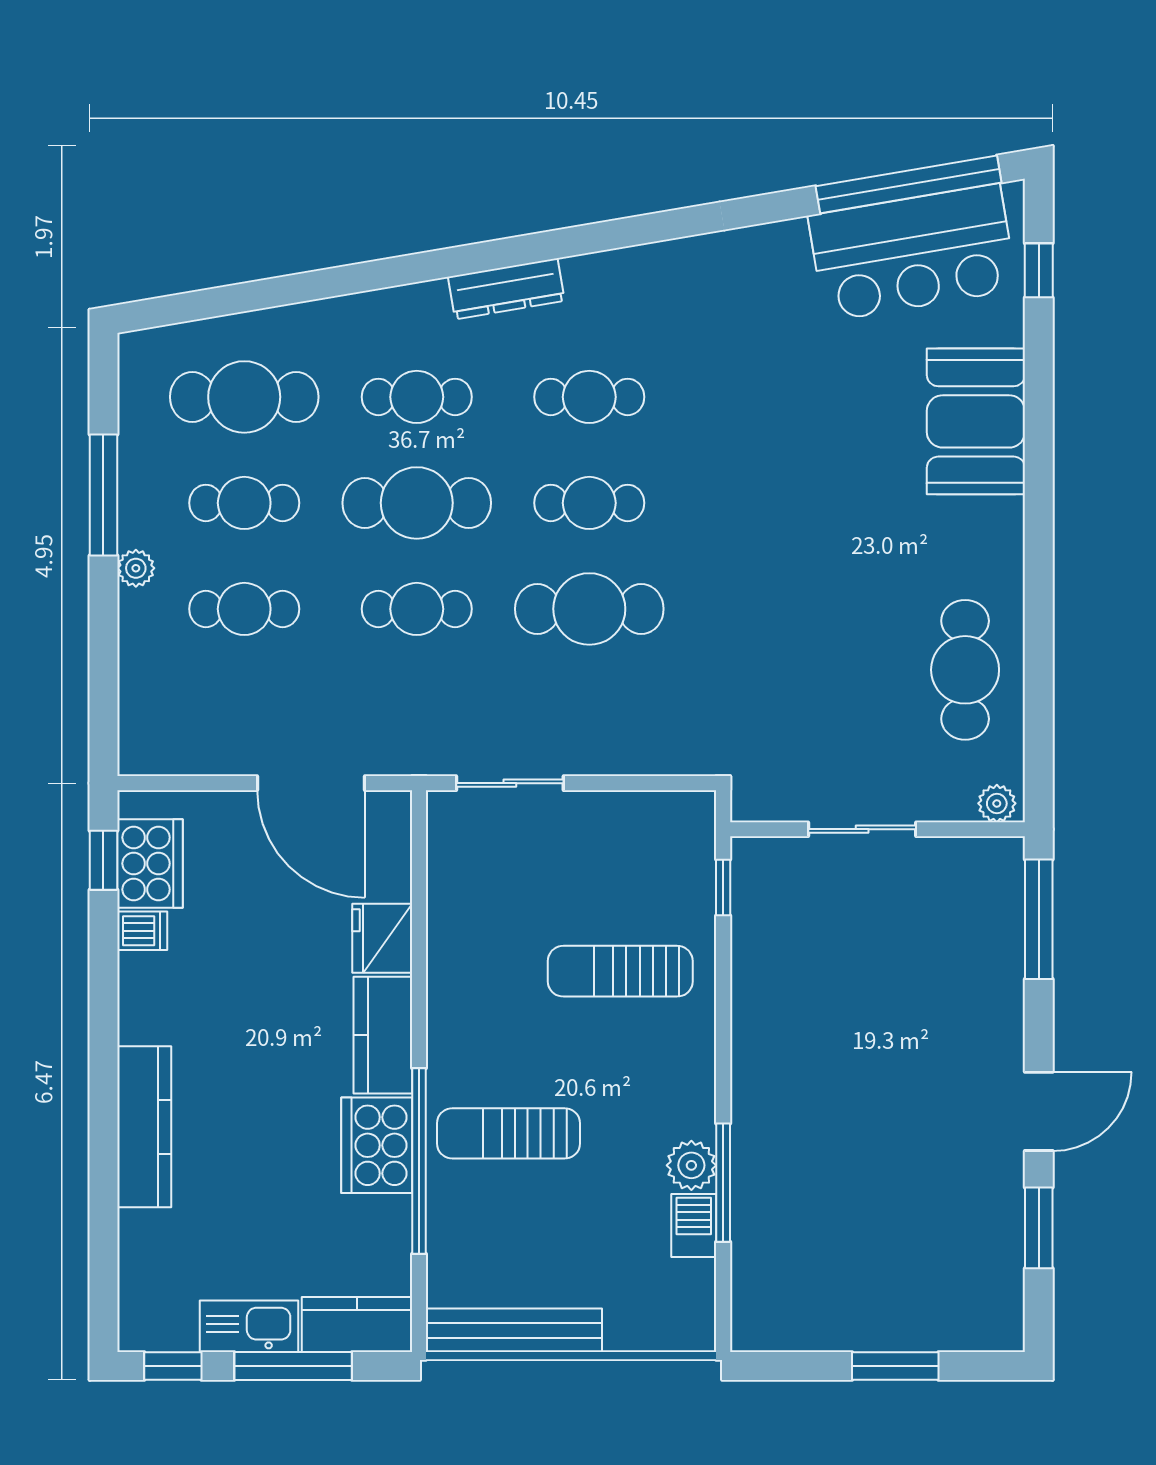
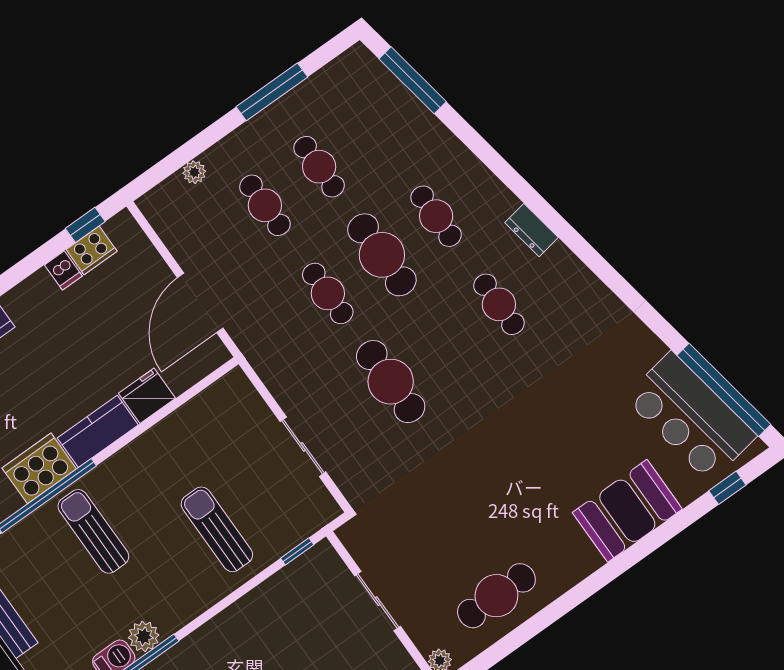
dresser: (506, 289) -> (532, 230), width x0.70
window: (219, 302) -> (413, 80), added
cafe table: (244, 397) -> (373, 128), removed
cafe table: (589, 503) -> (445, 343), removed
plant: (136, 568) -> (194, 172), moved
sliding door: (510, 783) -> (303, 447), moved
cooker: (150, 863) -> (92, 250), width x0.73, depth x0.76

